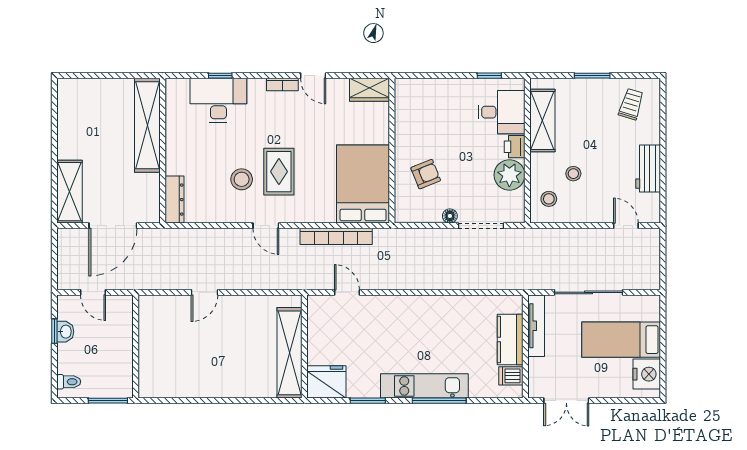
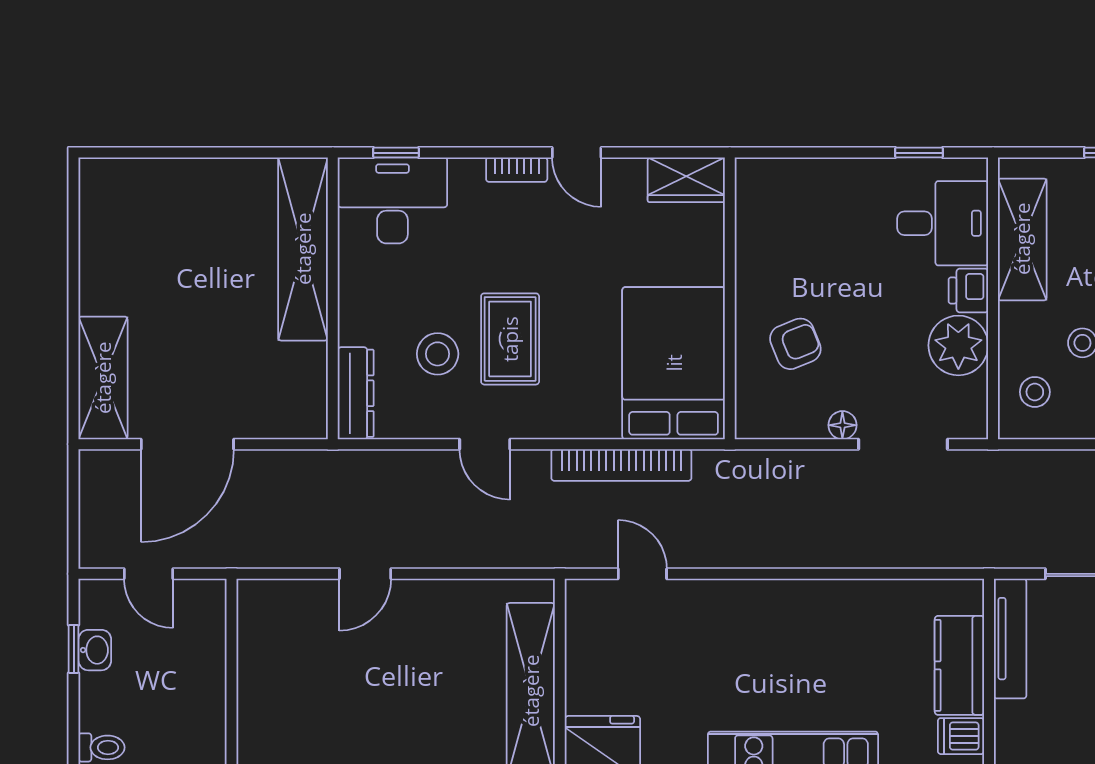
shelving: (147, 125) -> (303, 249), moved
wall: (163, 151) -> (333, 298), moved
dresser: (175, 200) -> (356, 393), moved

